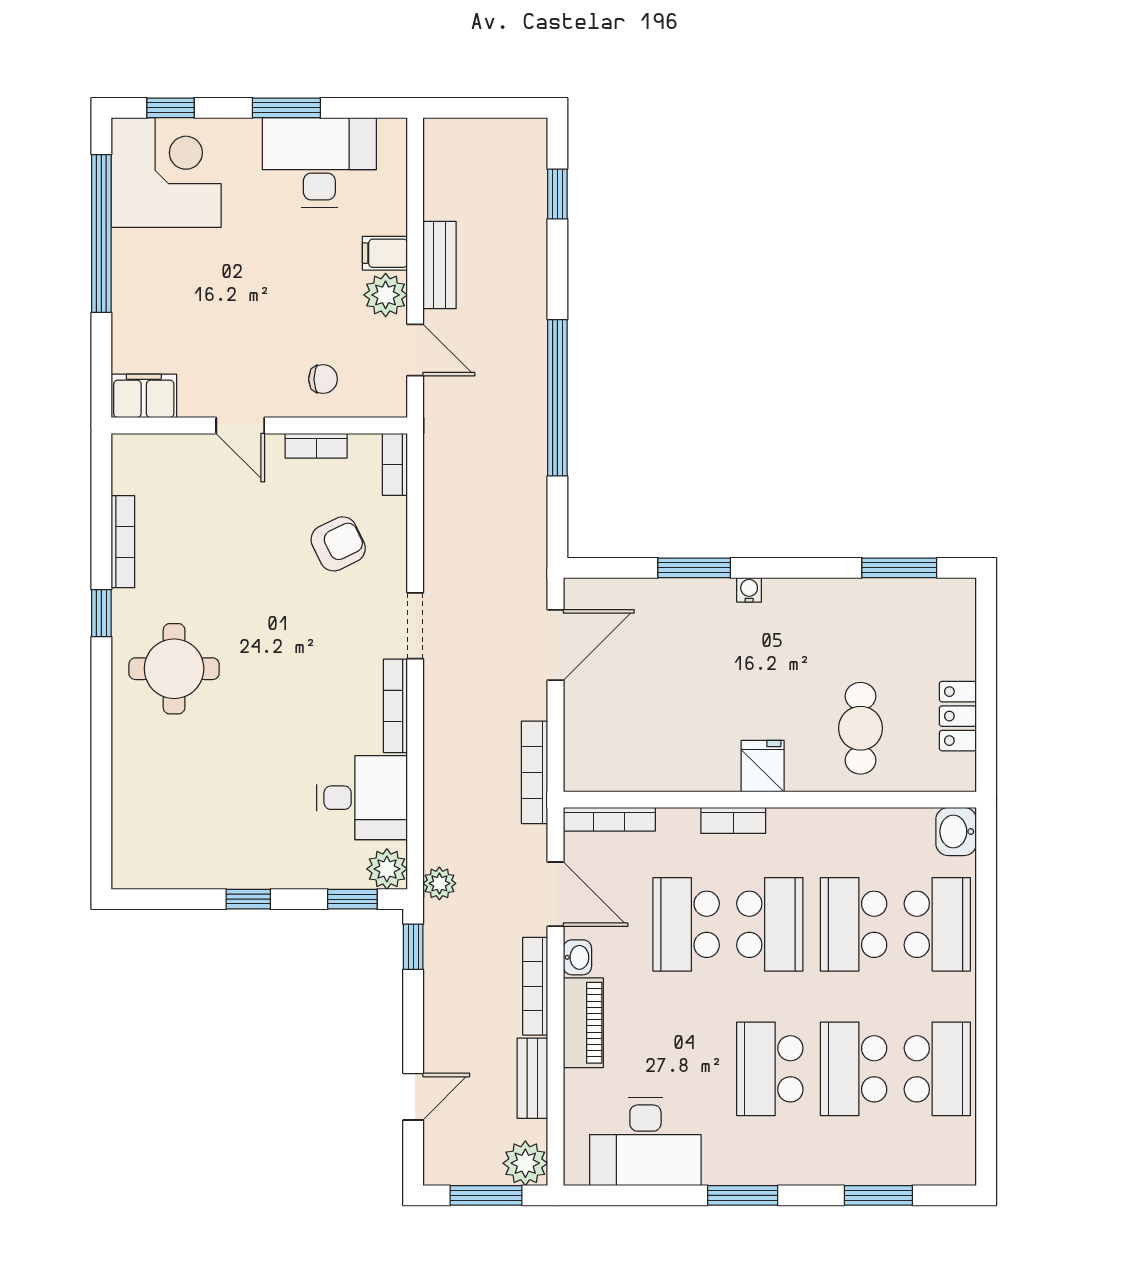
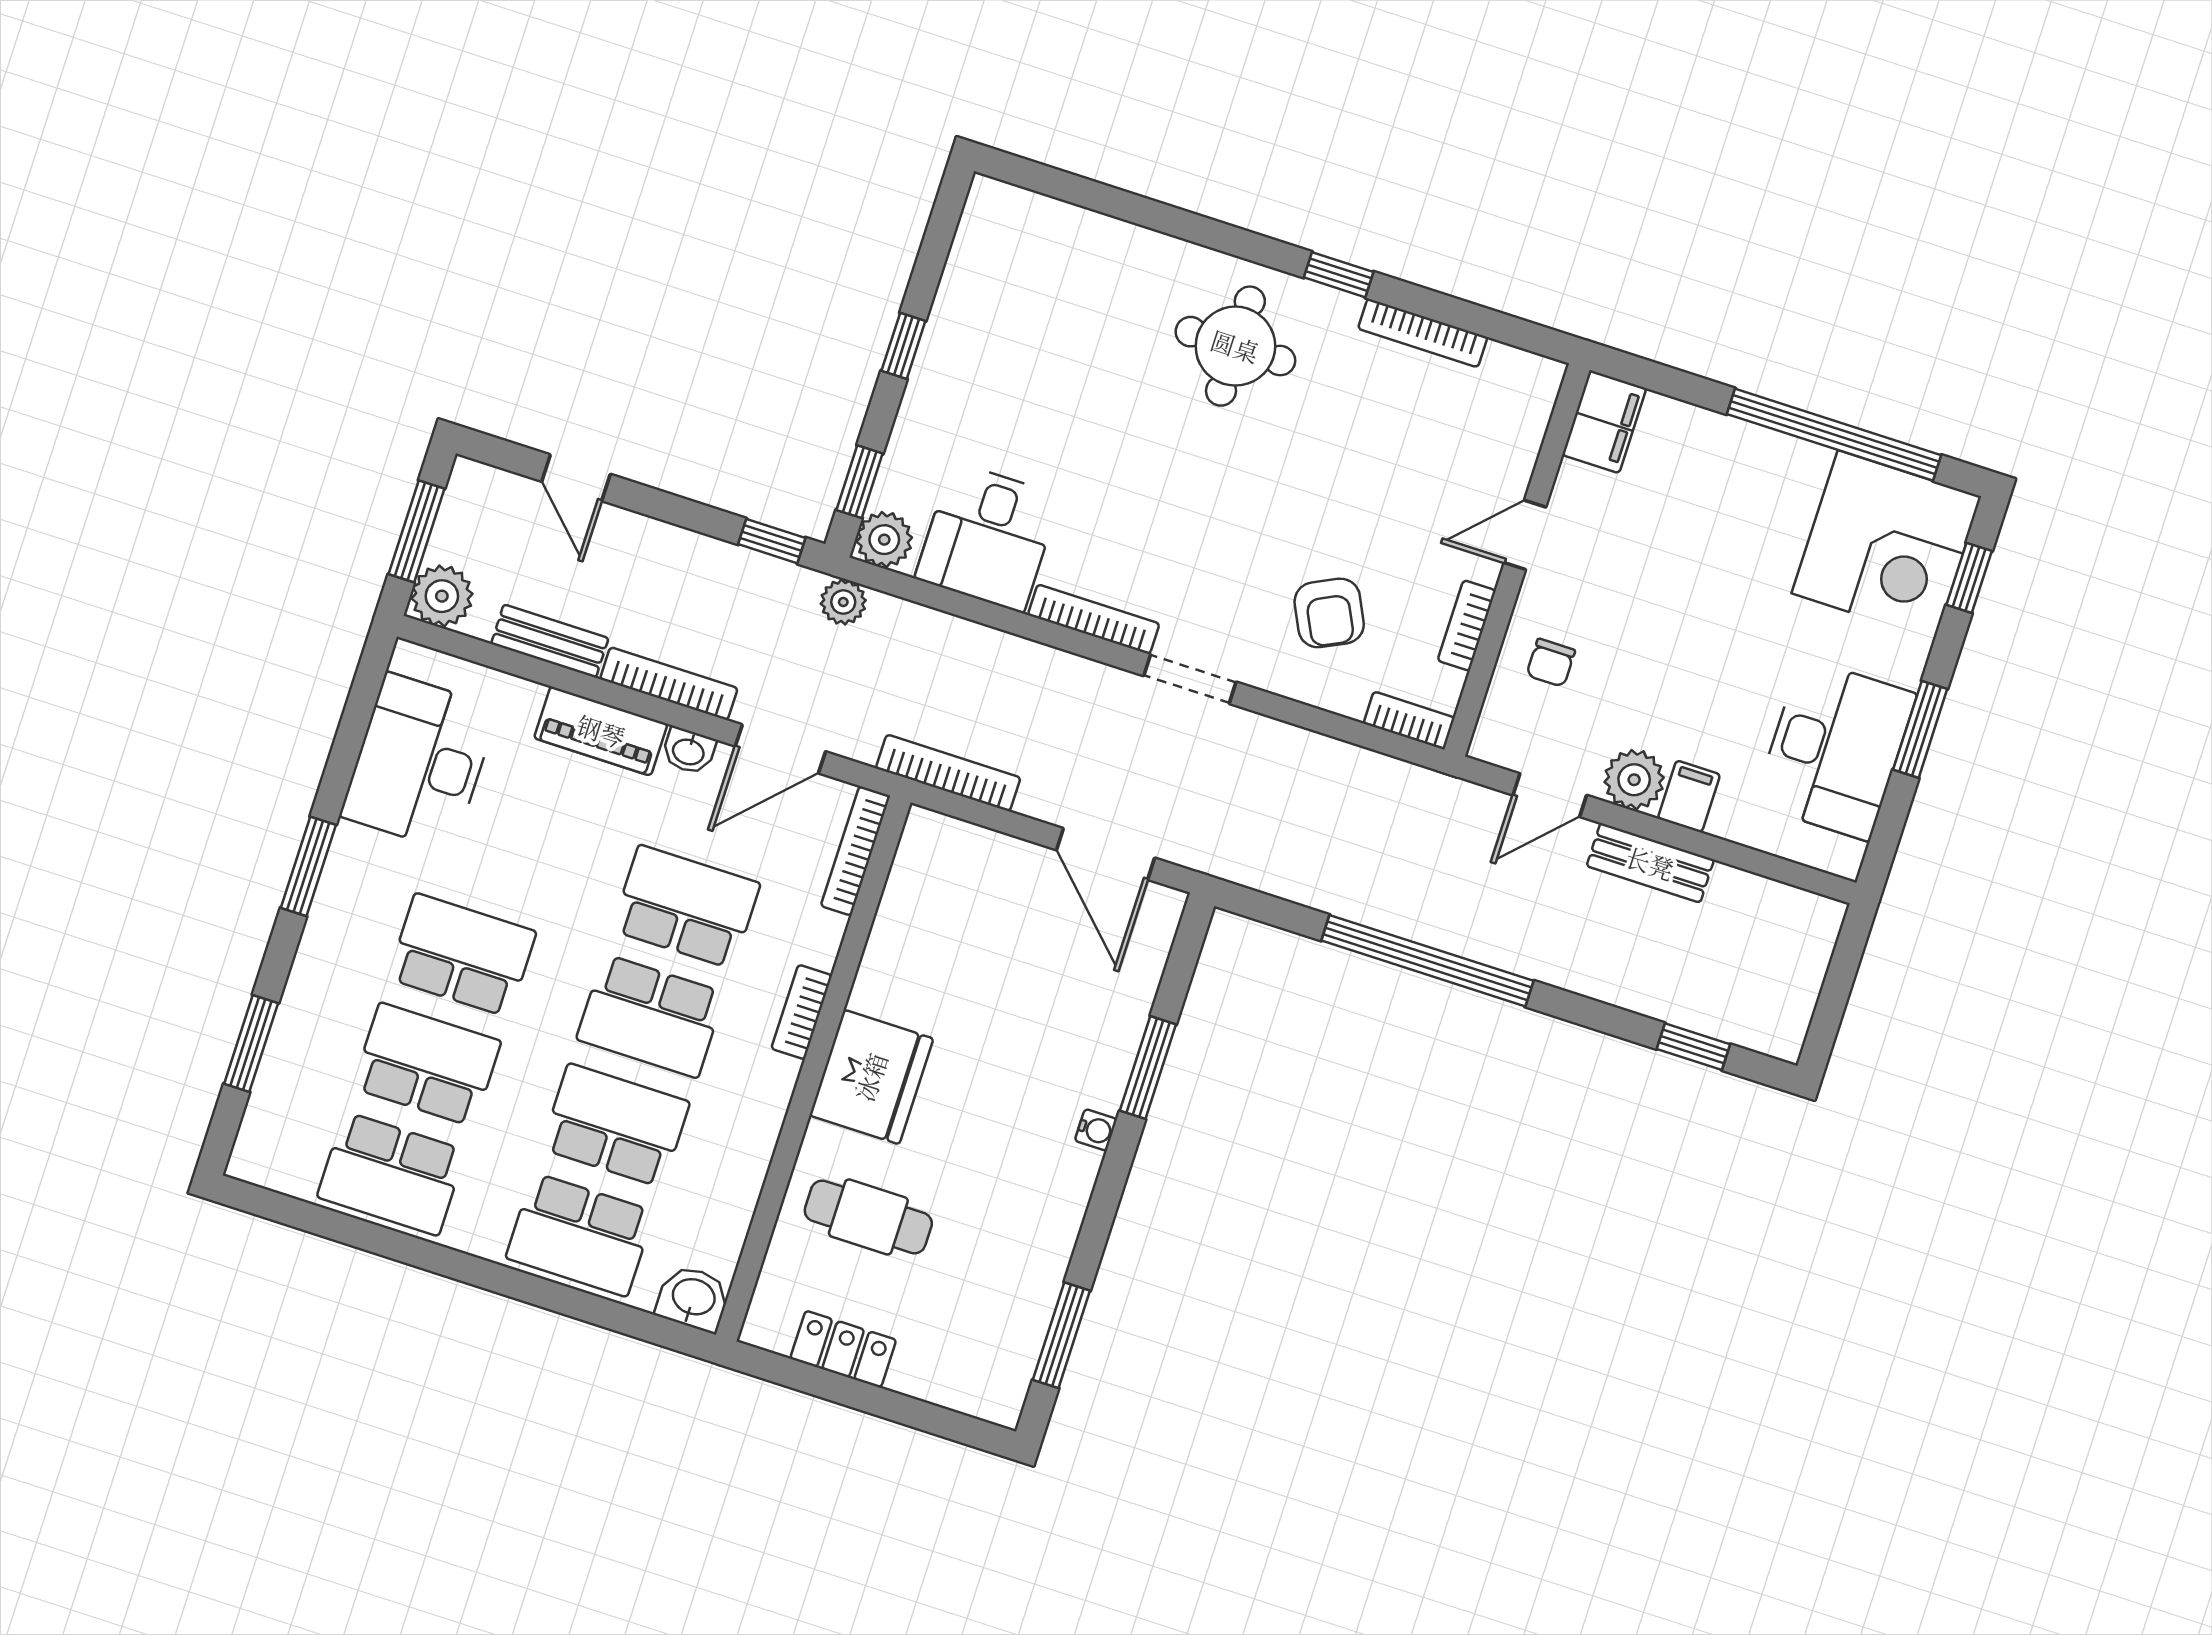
fridge: (763, 766) -> (871, 1077), width x1.88, depth x1.34

